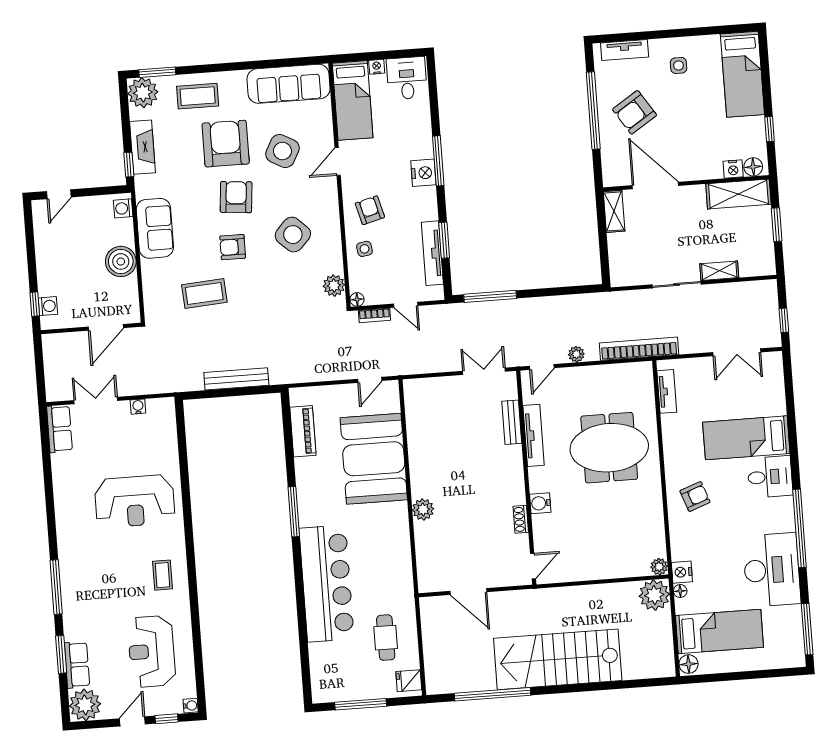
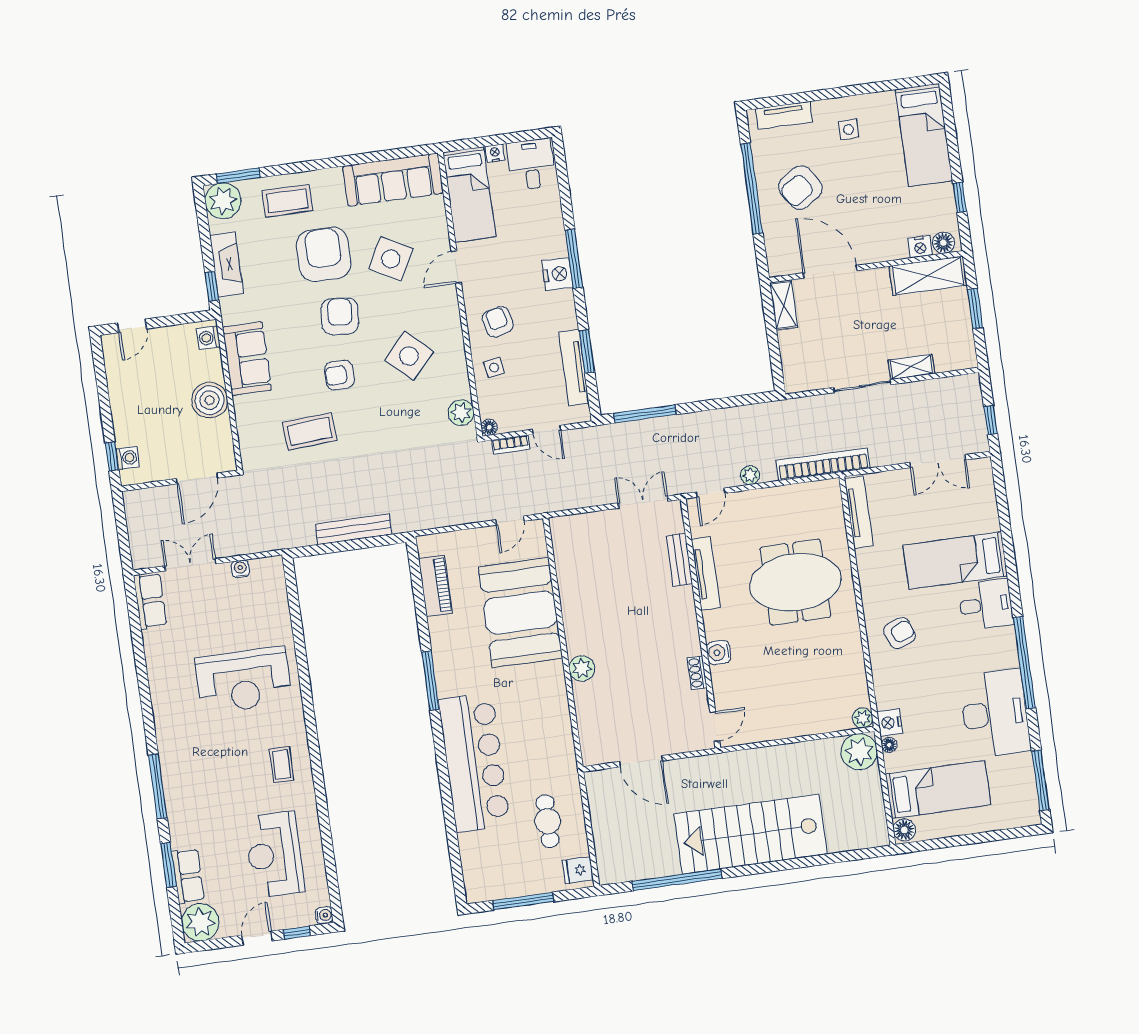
tv unit: (667, 391) -> (859, 512), width x1.41

